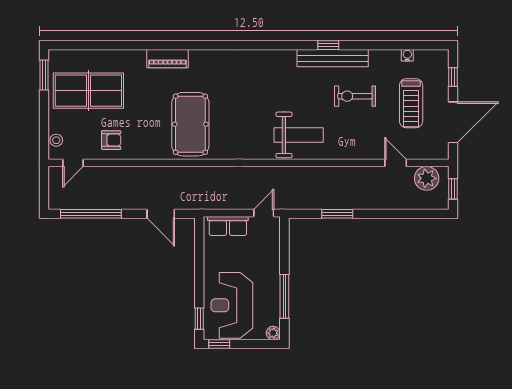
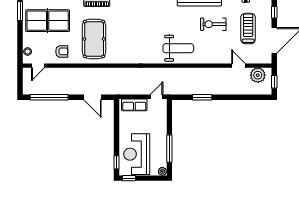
treadmill: (411, 103) -> (248, 29), turned 180
pool table: (190, 124) -> (94, 39), moved

